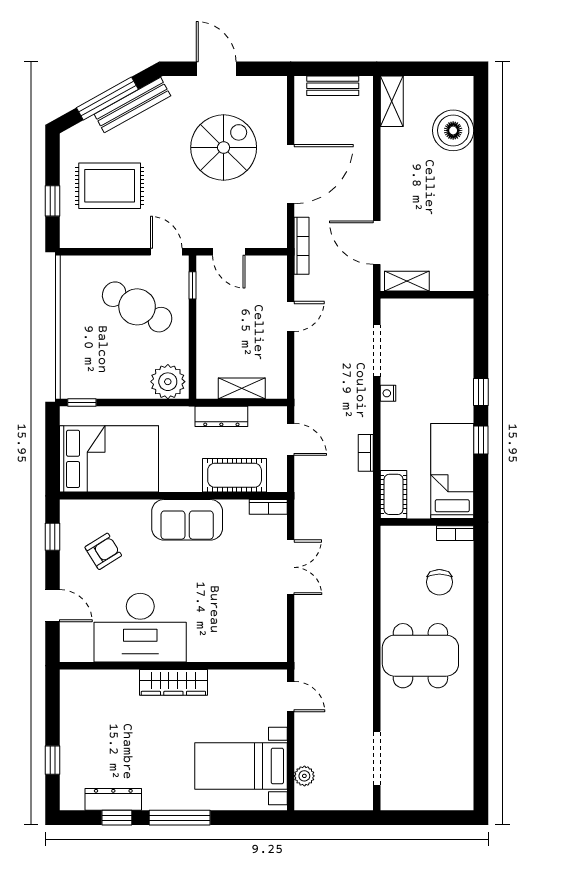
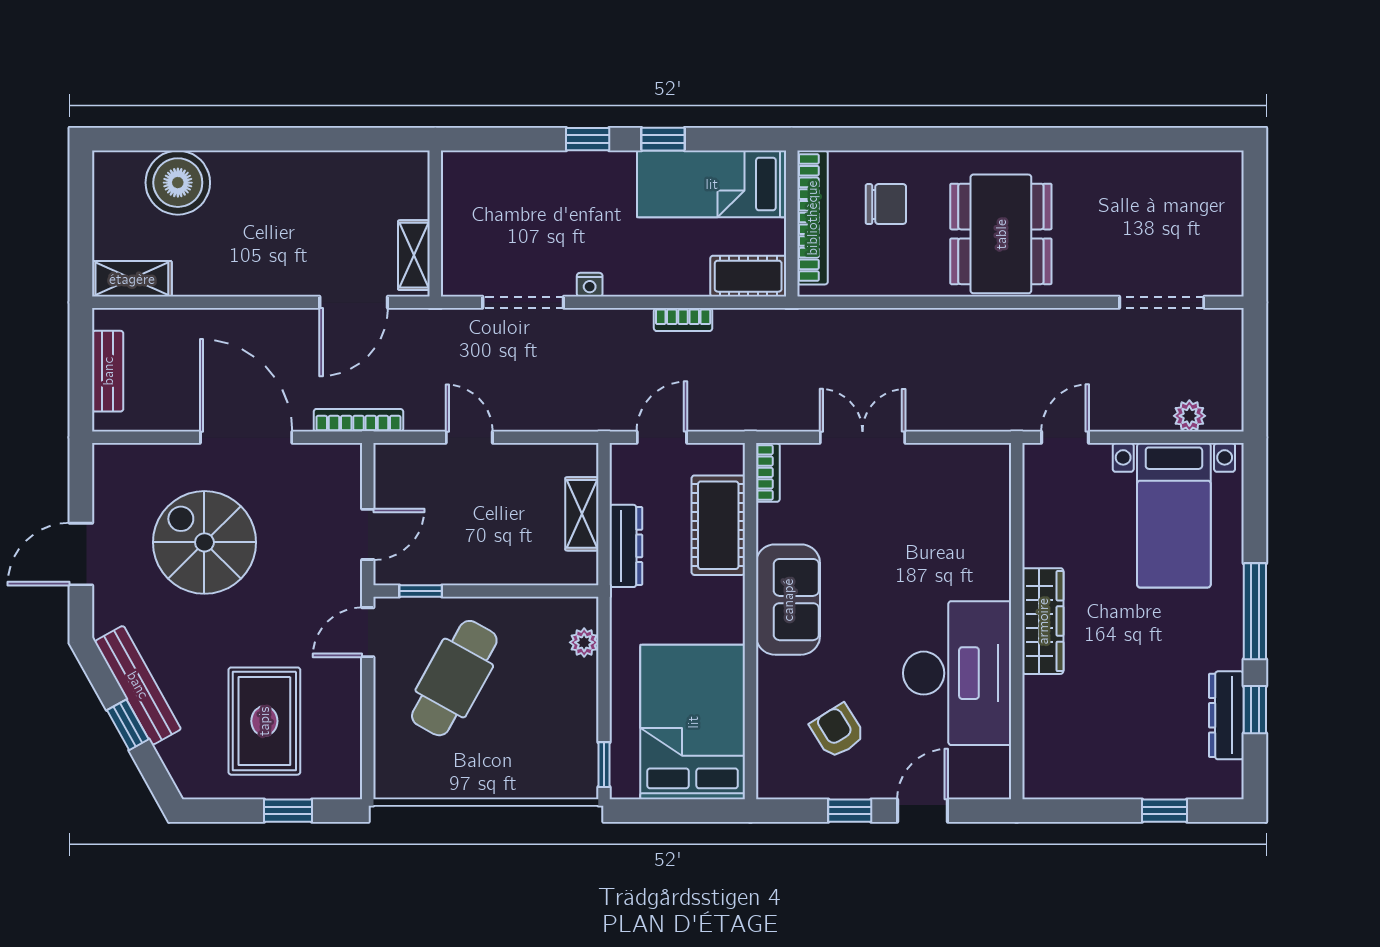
window: (107, 99) -> (128, 725), width x0.46
plant: (168, 382) -> (584, 642), width x0.53, depth x0.53
bookcase: (455, 533) -> (812, 218), width x2.31, depth x1.31
window: (53, 537) -> (850, 811), moved

